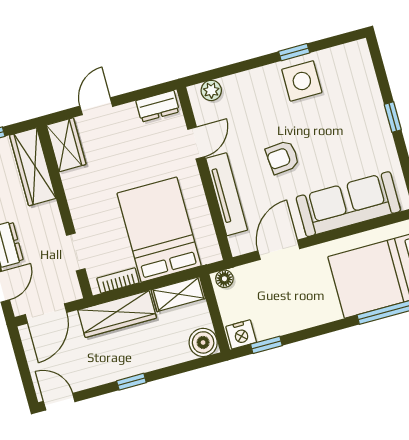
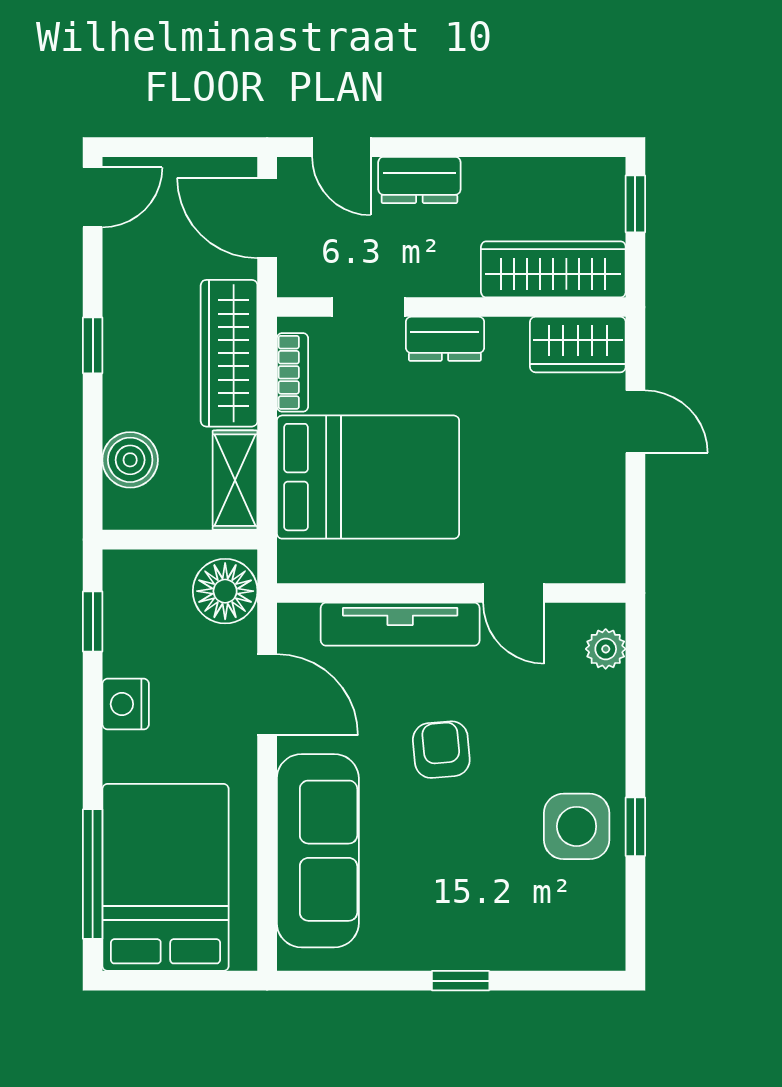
dresser: (158, 106) -> (445, 339), moved, turned -90
floor lamp: (224, 279) -> (225, 591), width x1.89, depth x1.89
nightstand: (241, 334) -> (126, 704), moved
boiler: (203, 342) -> (130, 460), moved

